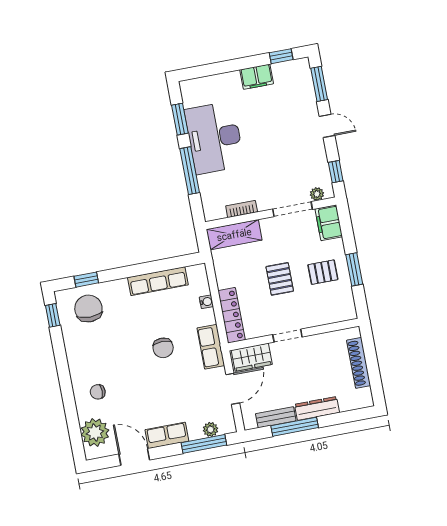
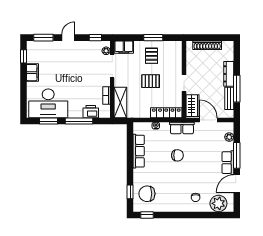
desk: (214, 138) -> (48, 103), moved
printer: (209, 187) -> (91, 112), added
window: (204, 444) -> (237, 155), moved

